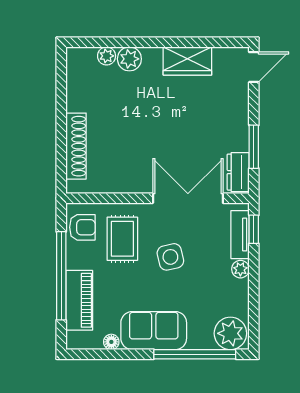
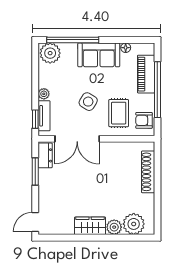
plant: (107, 56) -> (134, 224), width x1.87, depth x1.87
wardrobe: (187, 61) -> (90, 226), moved
side table: (170, 257) -> (88, 102), turned 45

